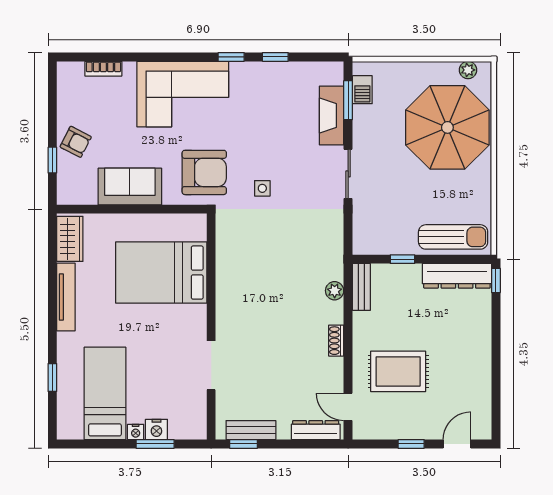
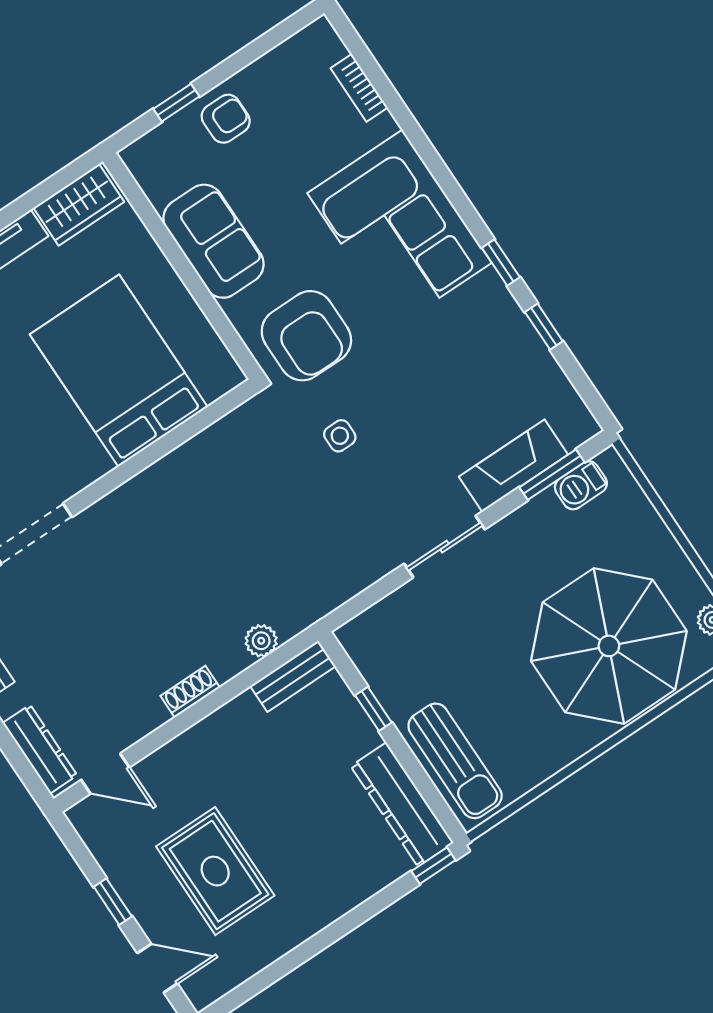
armchair: (76, 142) -> (226, 119), turned -117
rug: (398, 371) -> (215, 871), moved
door: (348, 407) -> (105, 774), swing flipped

